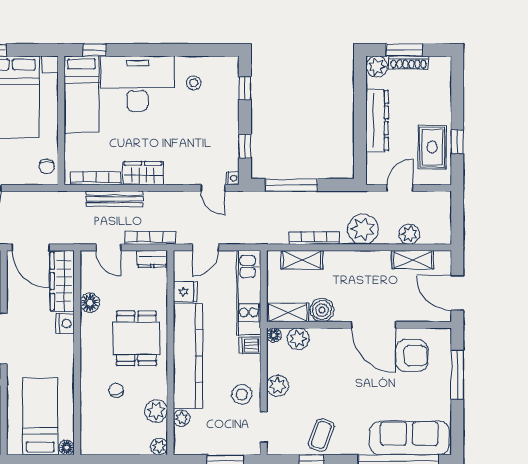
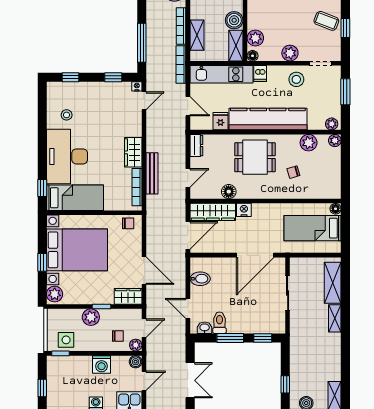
bookcase: (150, 238) -> (181, 65), moved
plant: (182, 418) -> (332, 124), moved

